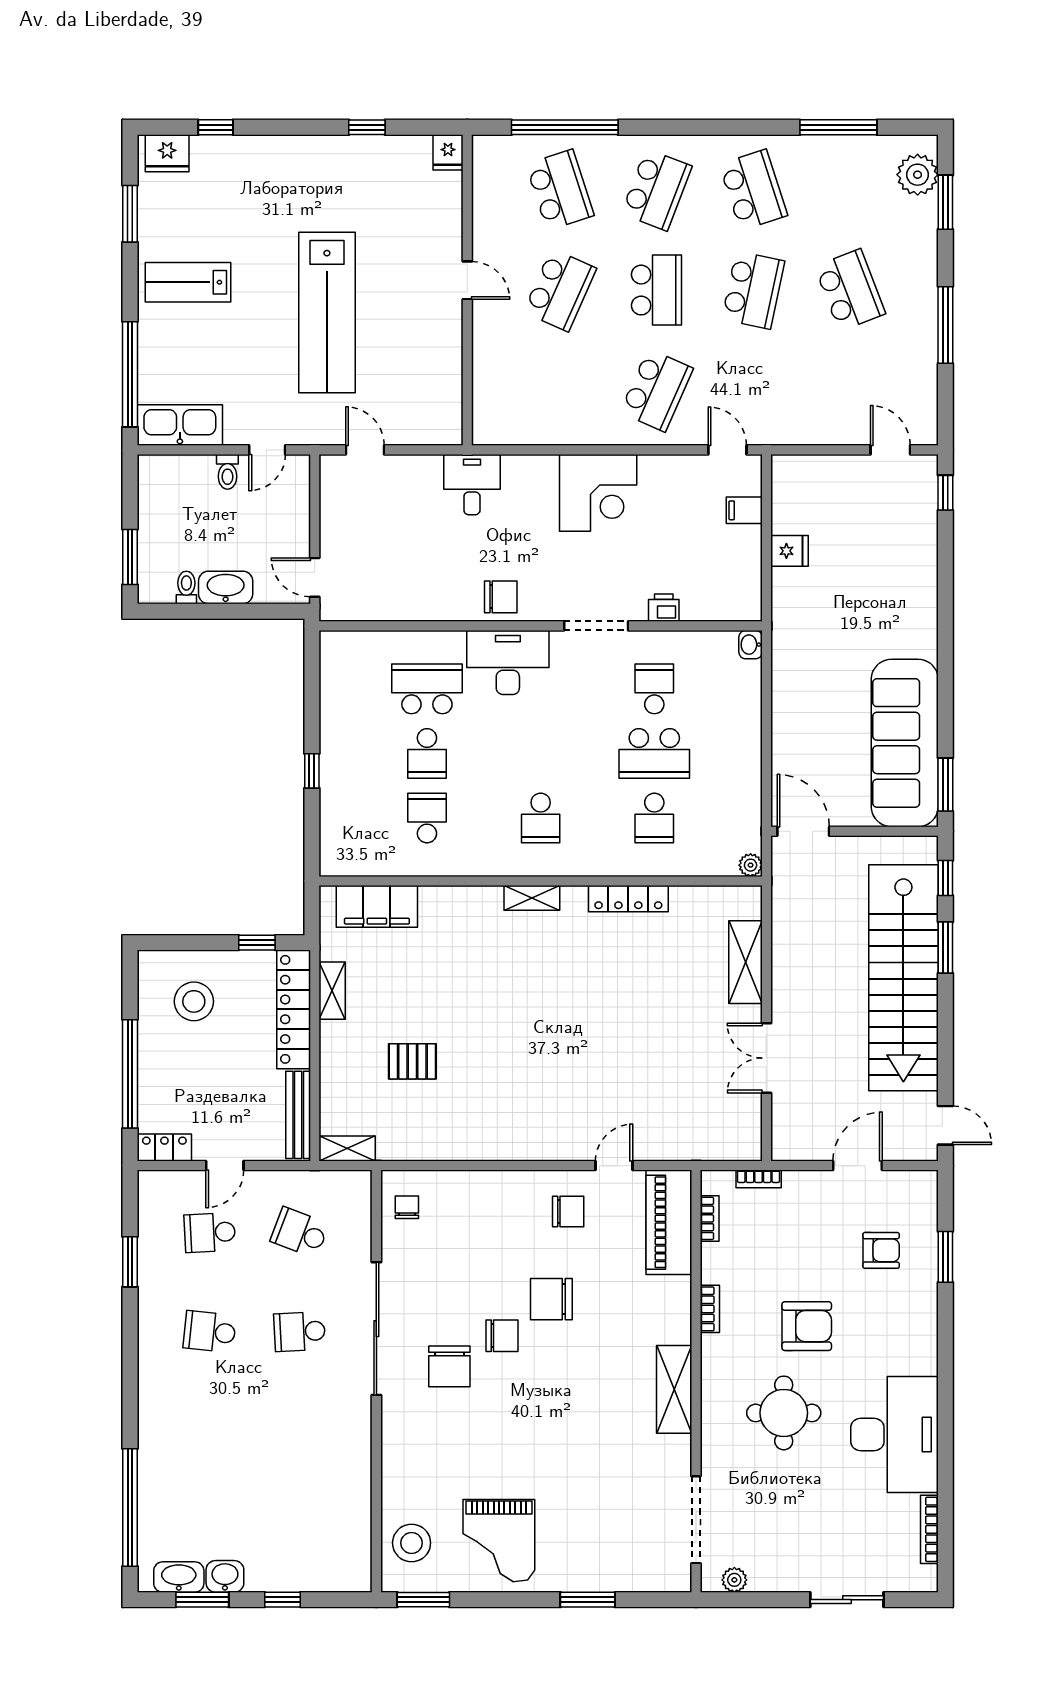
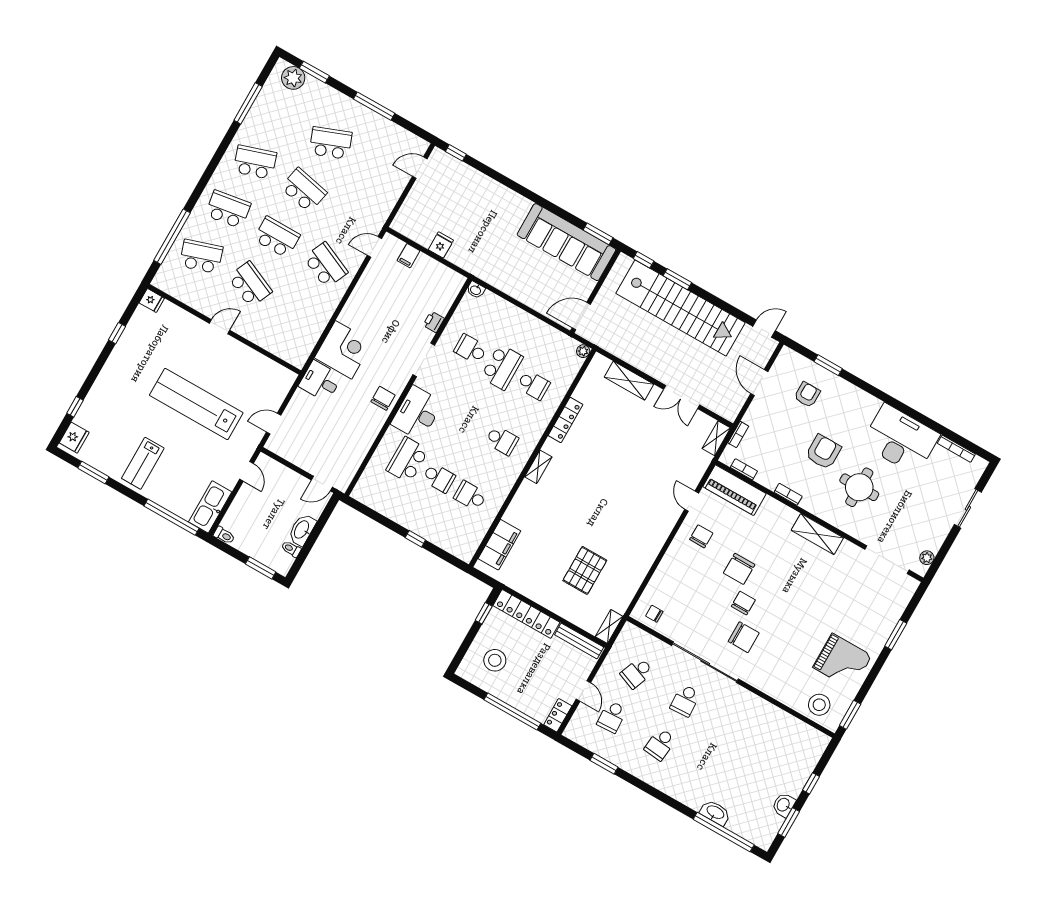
school desk: (657, 190) -> (228, 209), turned -30
lab bench: (327, 313) -> (196, 404), turned 180
toilet: (227, 472) -> (224, 535), moved
corner desk: (598, 493) -> (344, 350), moved
shelving: (332, 991) -> (716, 438), moved, turned 90
pallet: (412, 1061) -> (585, 570), width x1.50, depth x1.42
washbasin: (179, 1577) -> (715, 813), moved, turned 90

